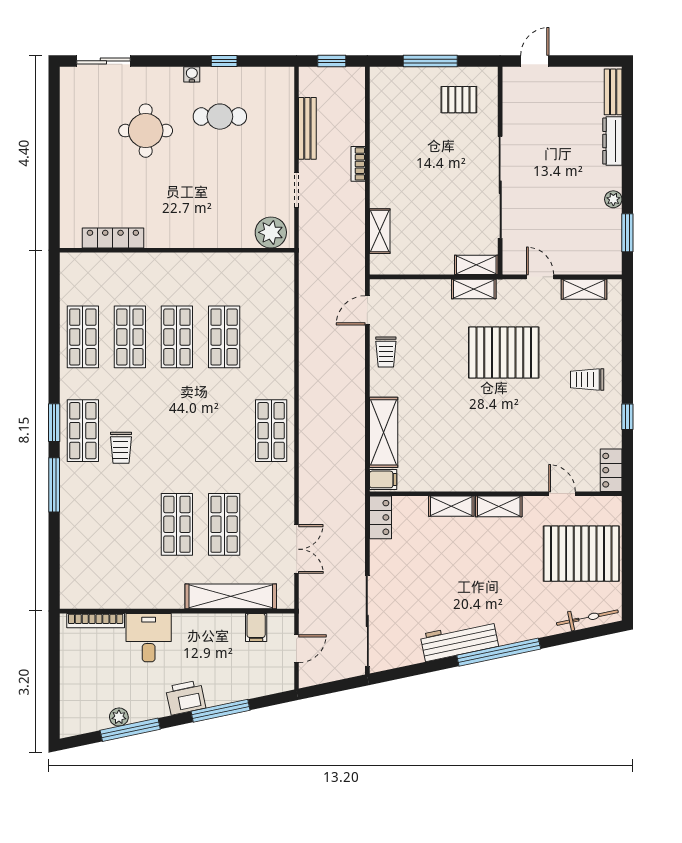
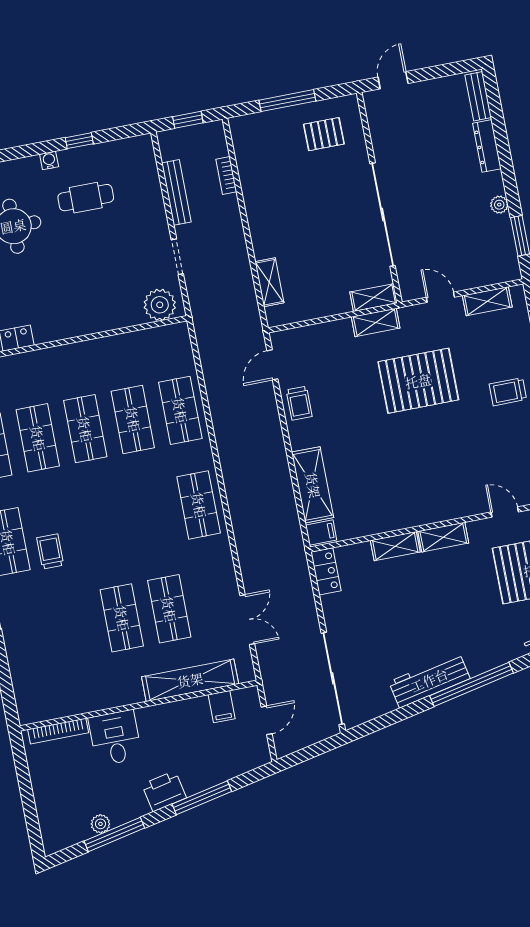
bookcase: (358, 164) -> (226, 175), moved
shop shelf: (271, 337) -> (180, 410), added
trolley: (121, 448) -> (50, 551), turned 180

